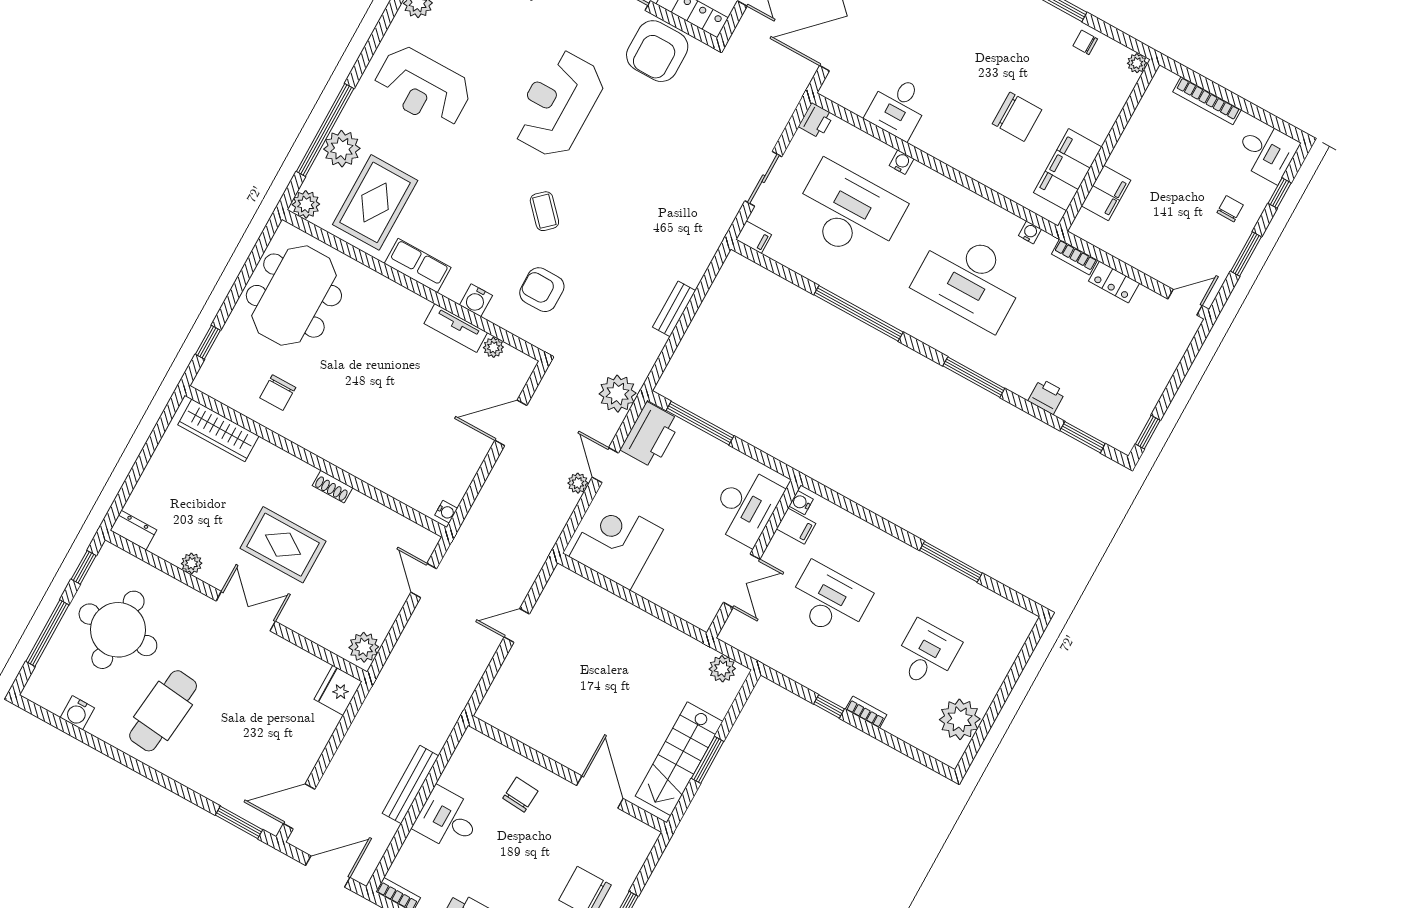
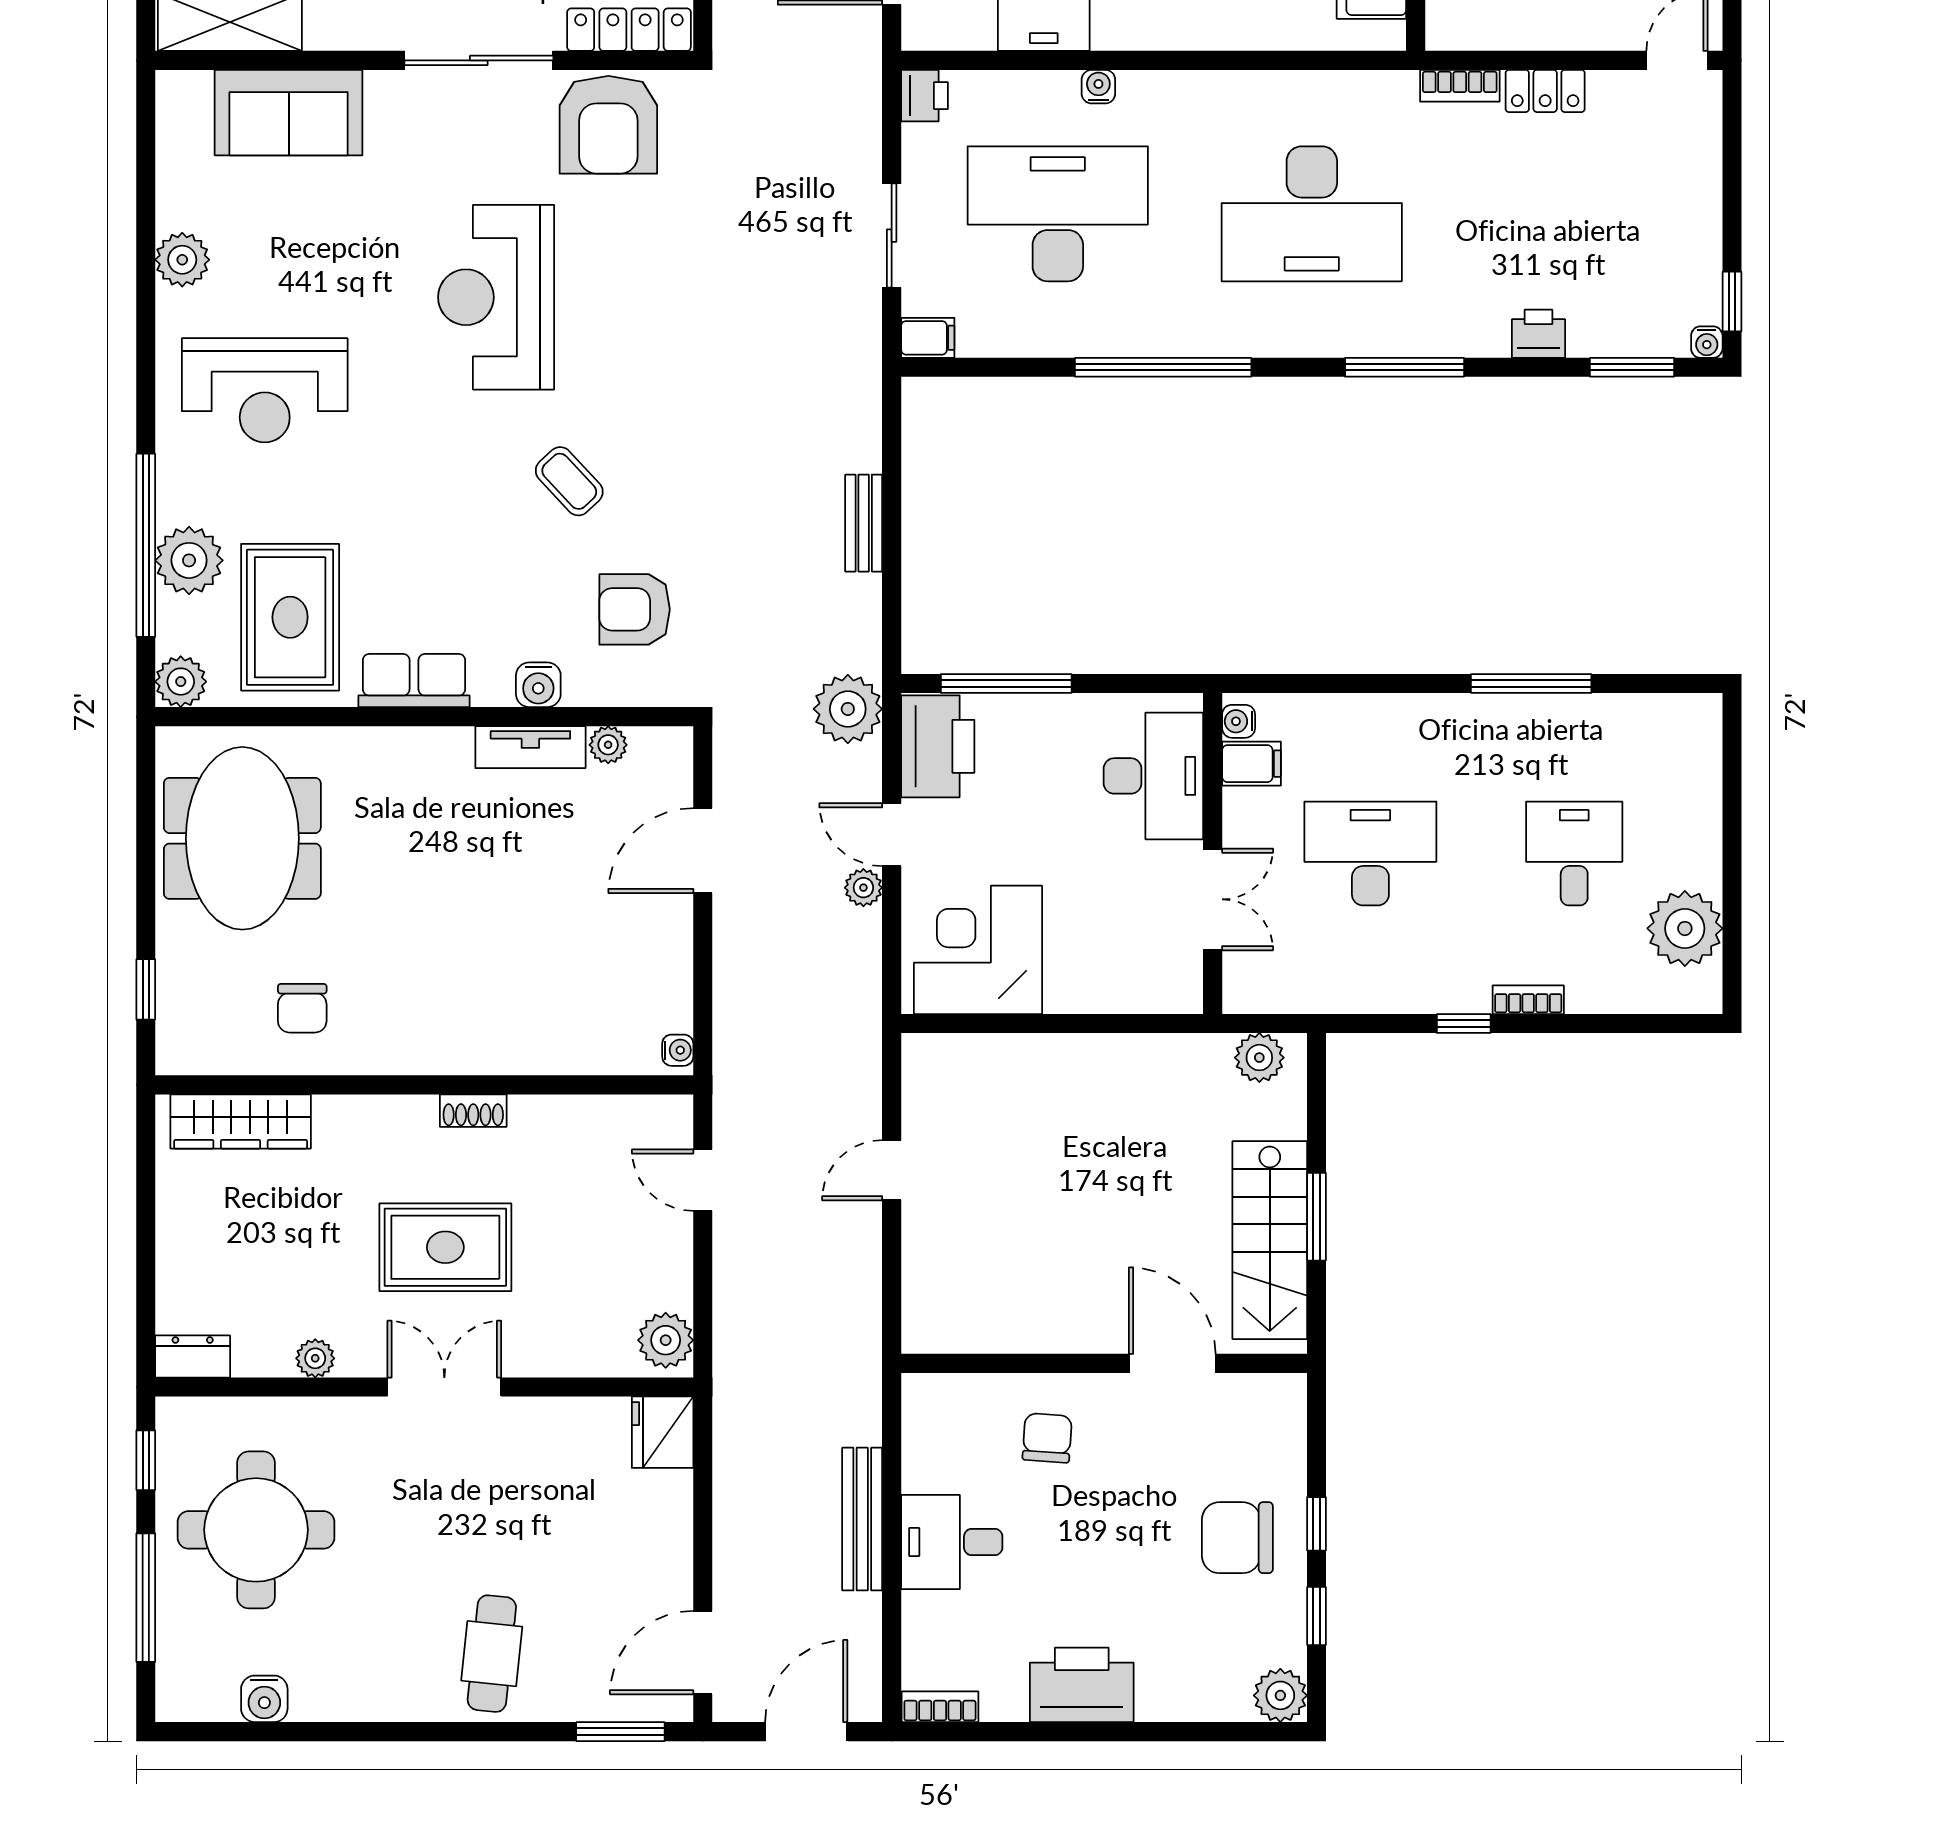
water cooler: (1030, 232) -> (1707, 342), moved, turned 180
cafe table: (163, 711) -> (492, 1654), moved, width x0.73, depth x0.74

